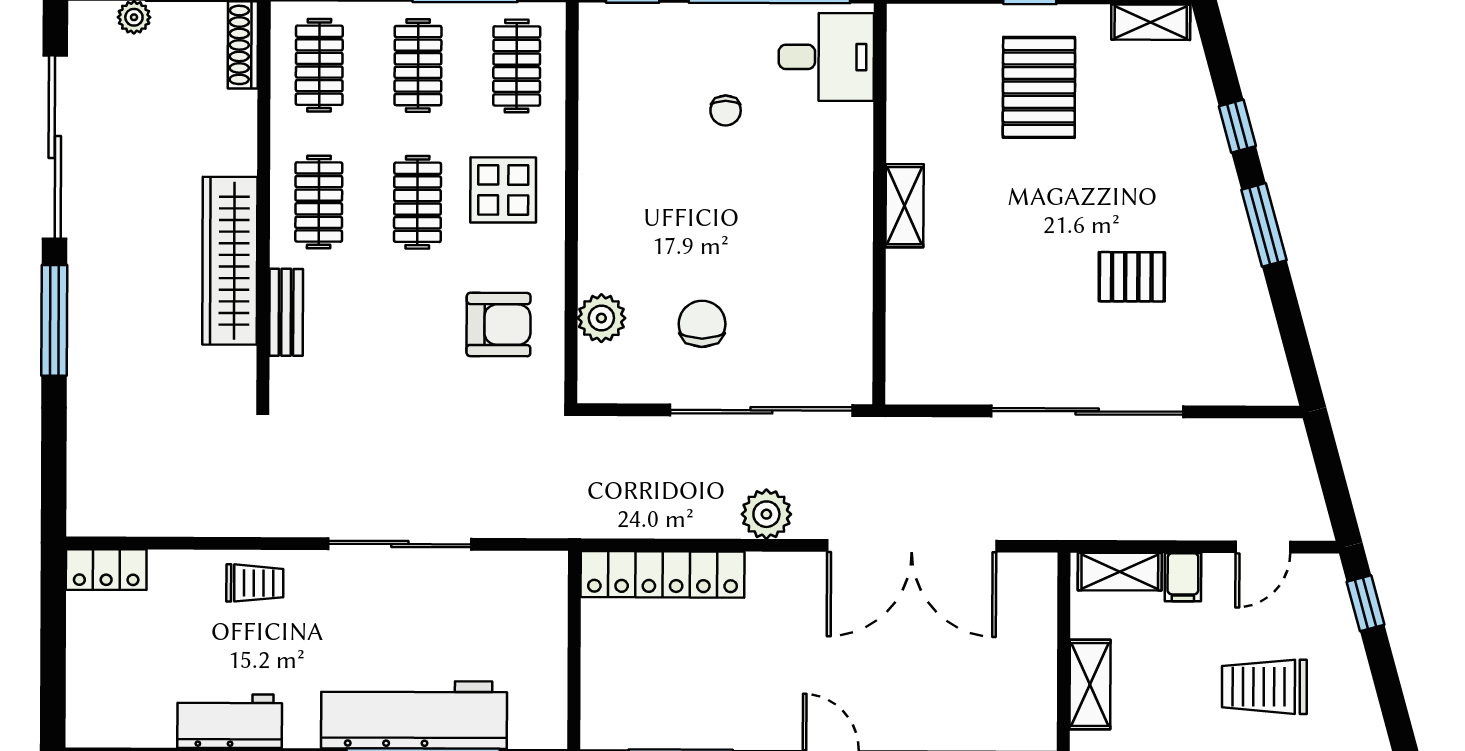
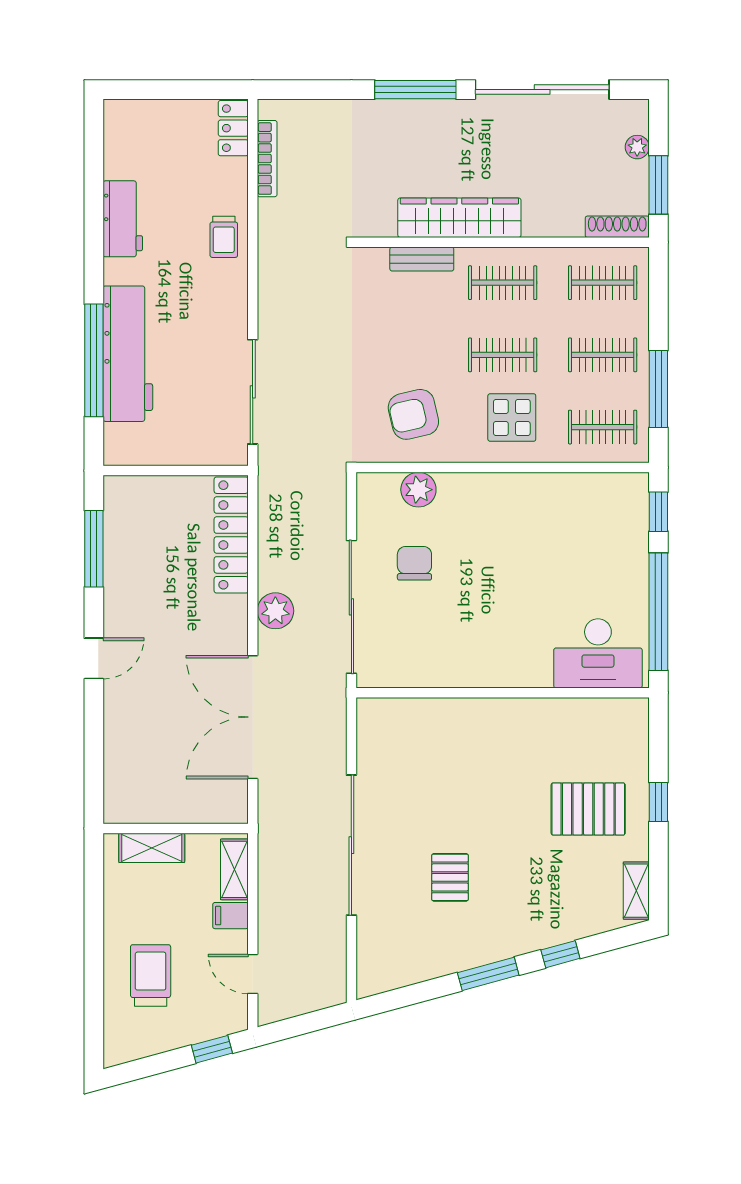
desk: (826, 57) -> (598, 653), width x1.37
chair: (726, 110) -> (571, 580), removed
shelving: (905, 206) -> (501, 711), removed
chair: (702, 324) -> (414, 563), turned -90
armchair: (499, 325) -> (413, 414), turned 77
bookcase: (148, 523) -> (267, 159), added
sliding door: (400, 544) -> (253, 392), moved

